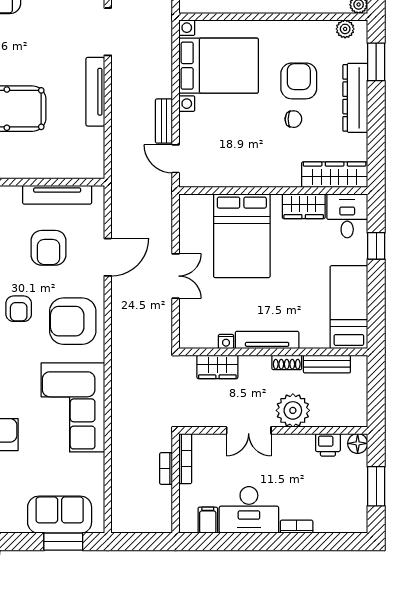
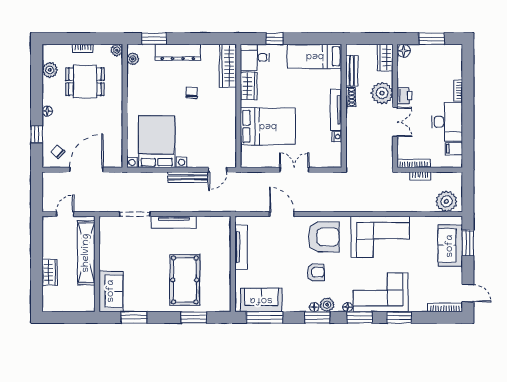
armchair: (299, 81) -> (167, 89), removed
bench: (164, 121) -> (188, 177), width x1.36
armchair: (48, 248) -> (276, 253), removed
armchair: (73, 321) -> (324, 237), turned -90
wardrobe: (217, 367) -> (385, 58), moved, turned 180
printer: (328, 445) -> (405, 96), moved
plant: (127, 509) -> (446, 201), added

